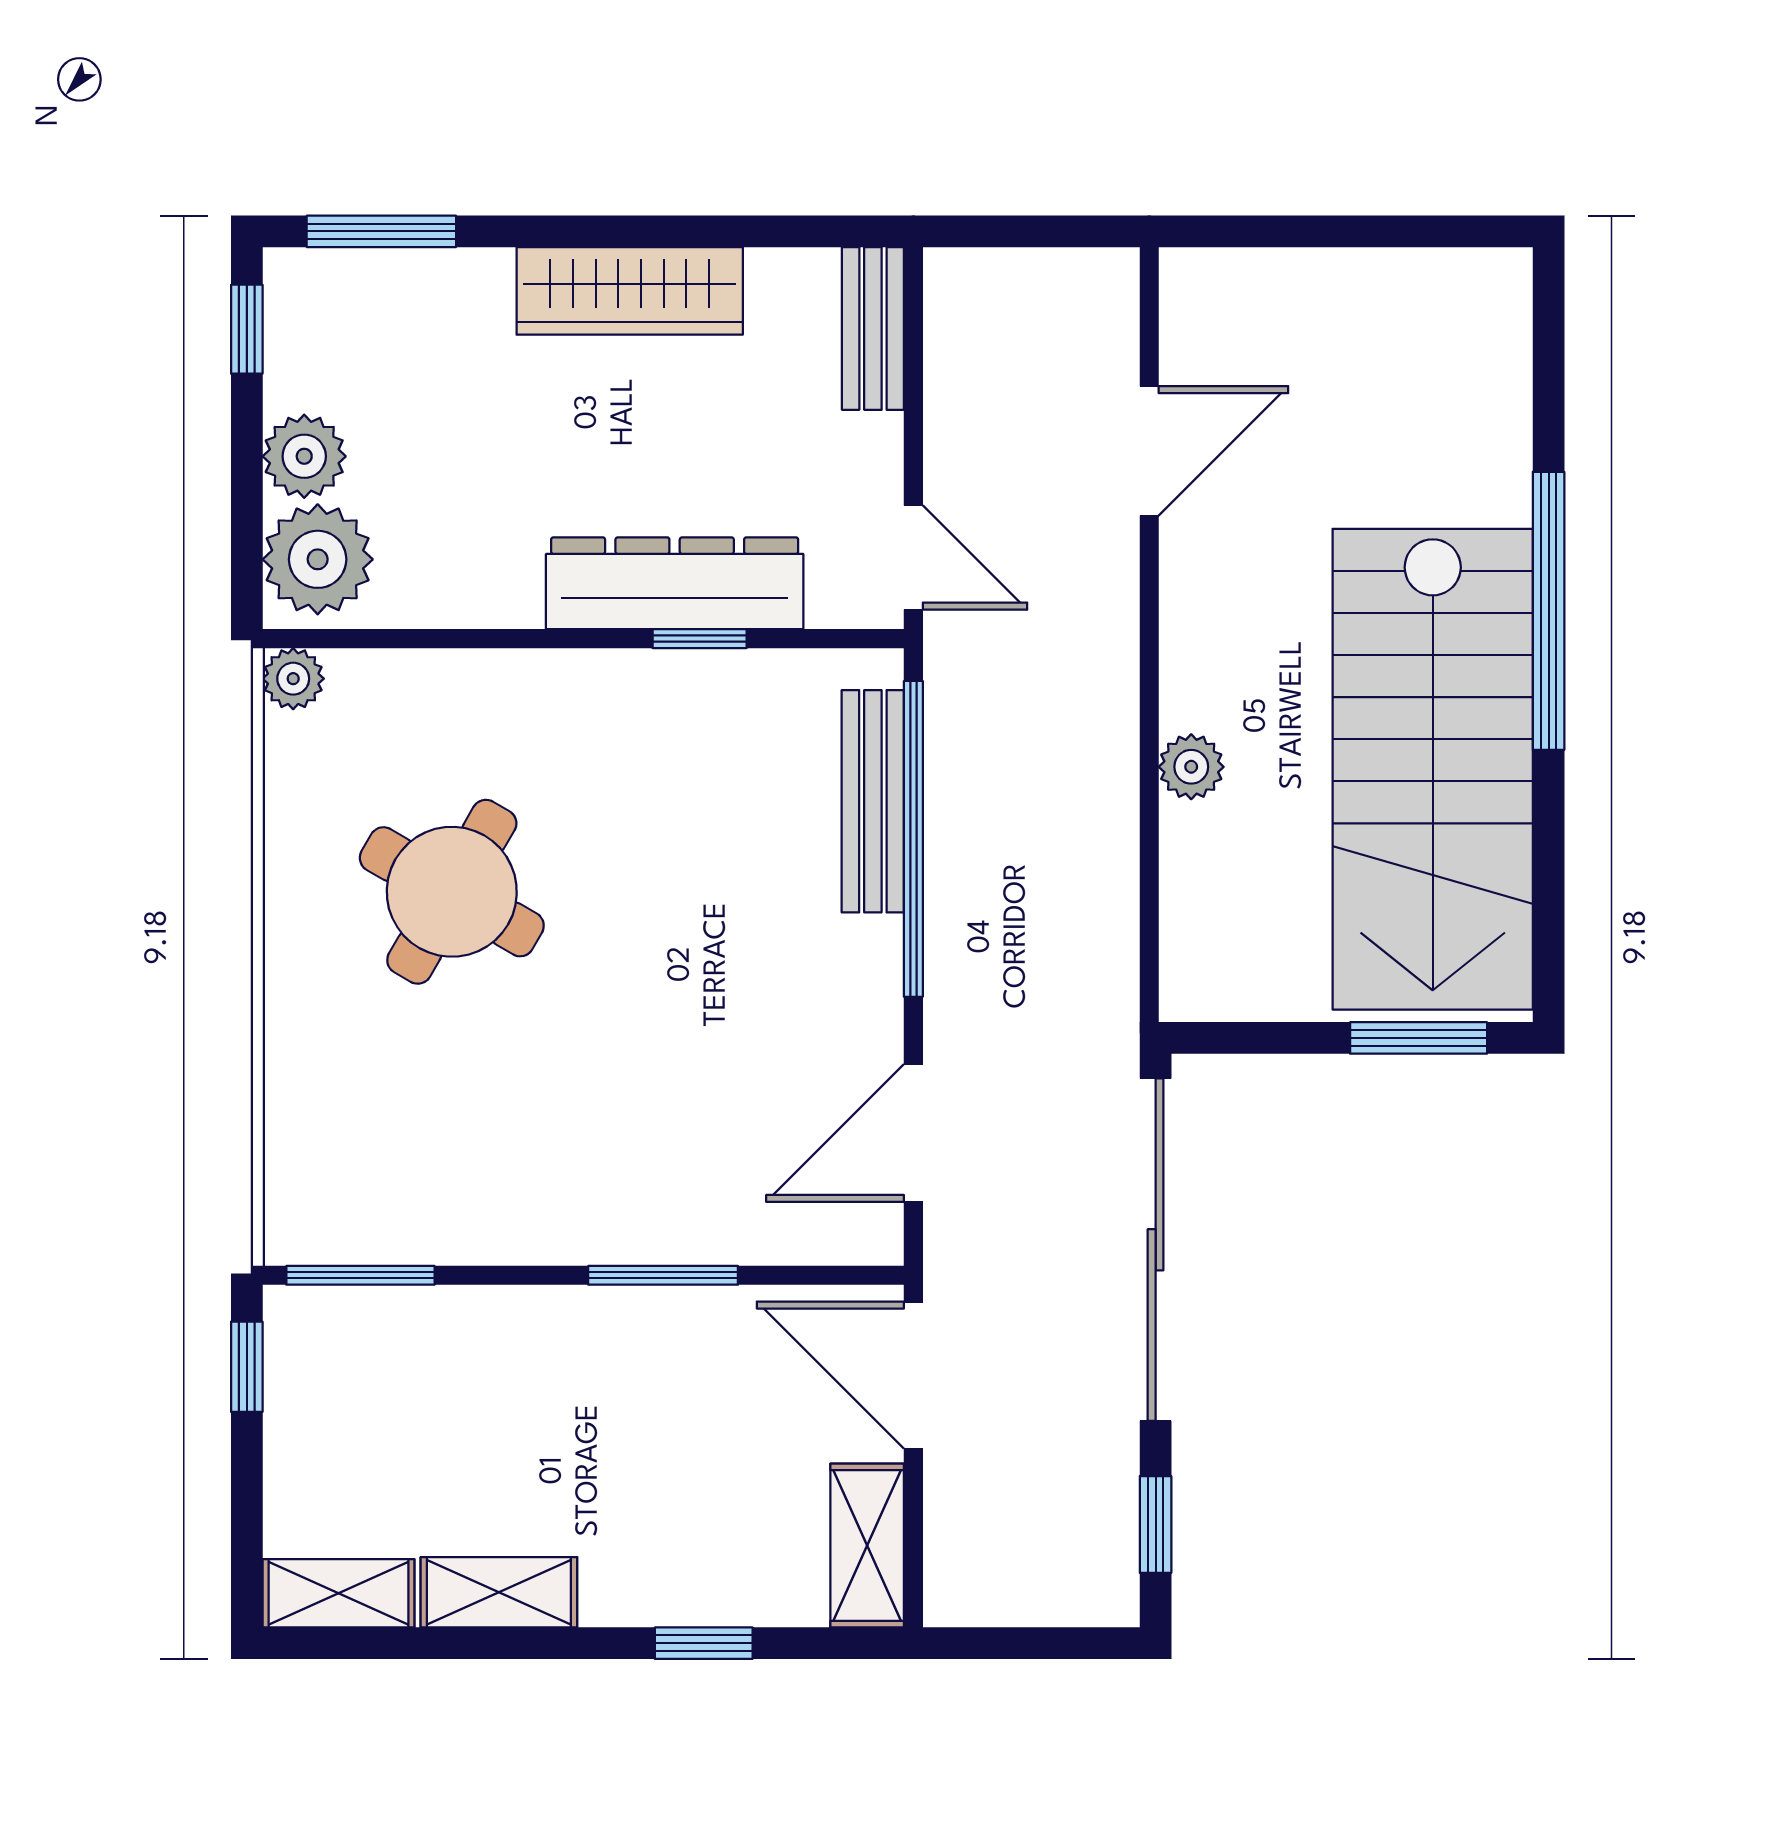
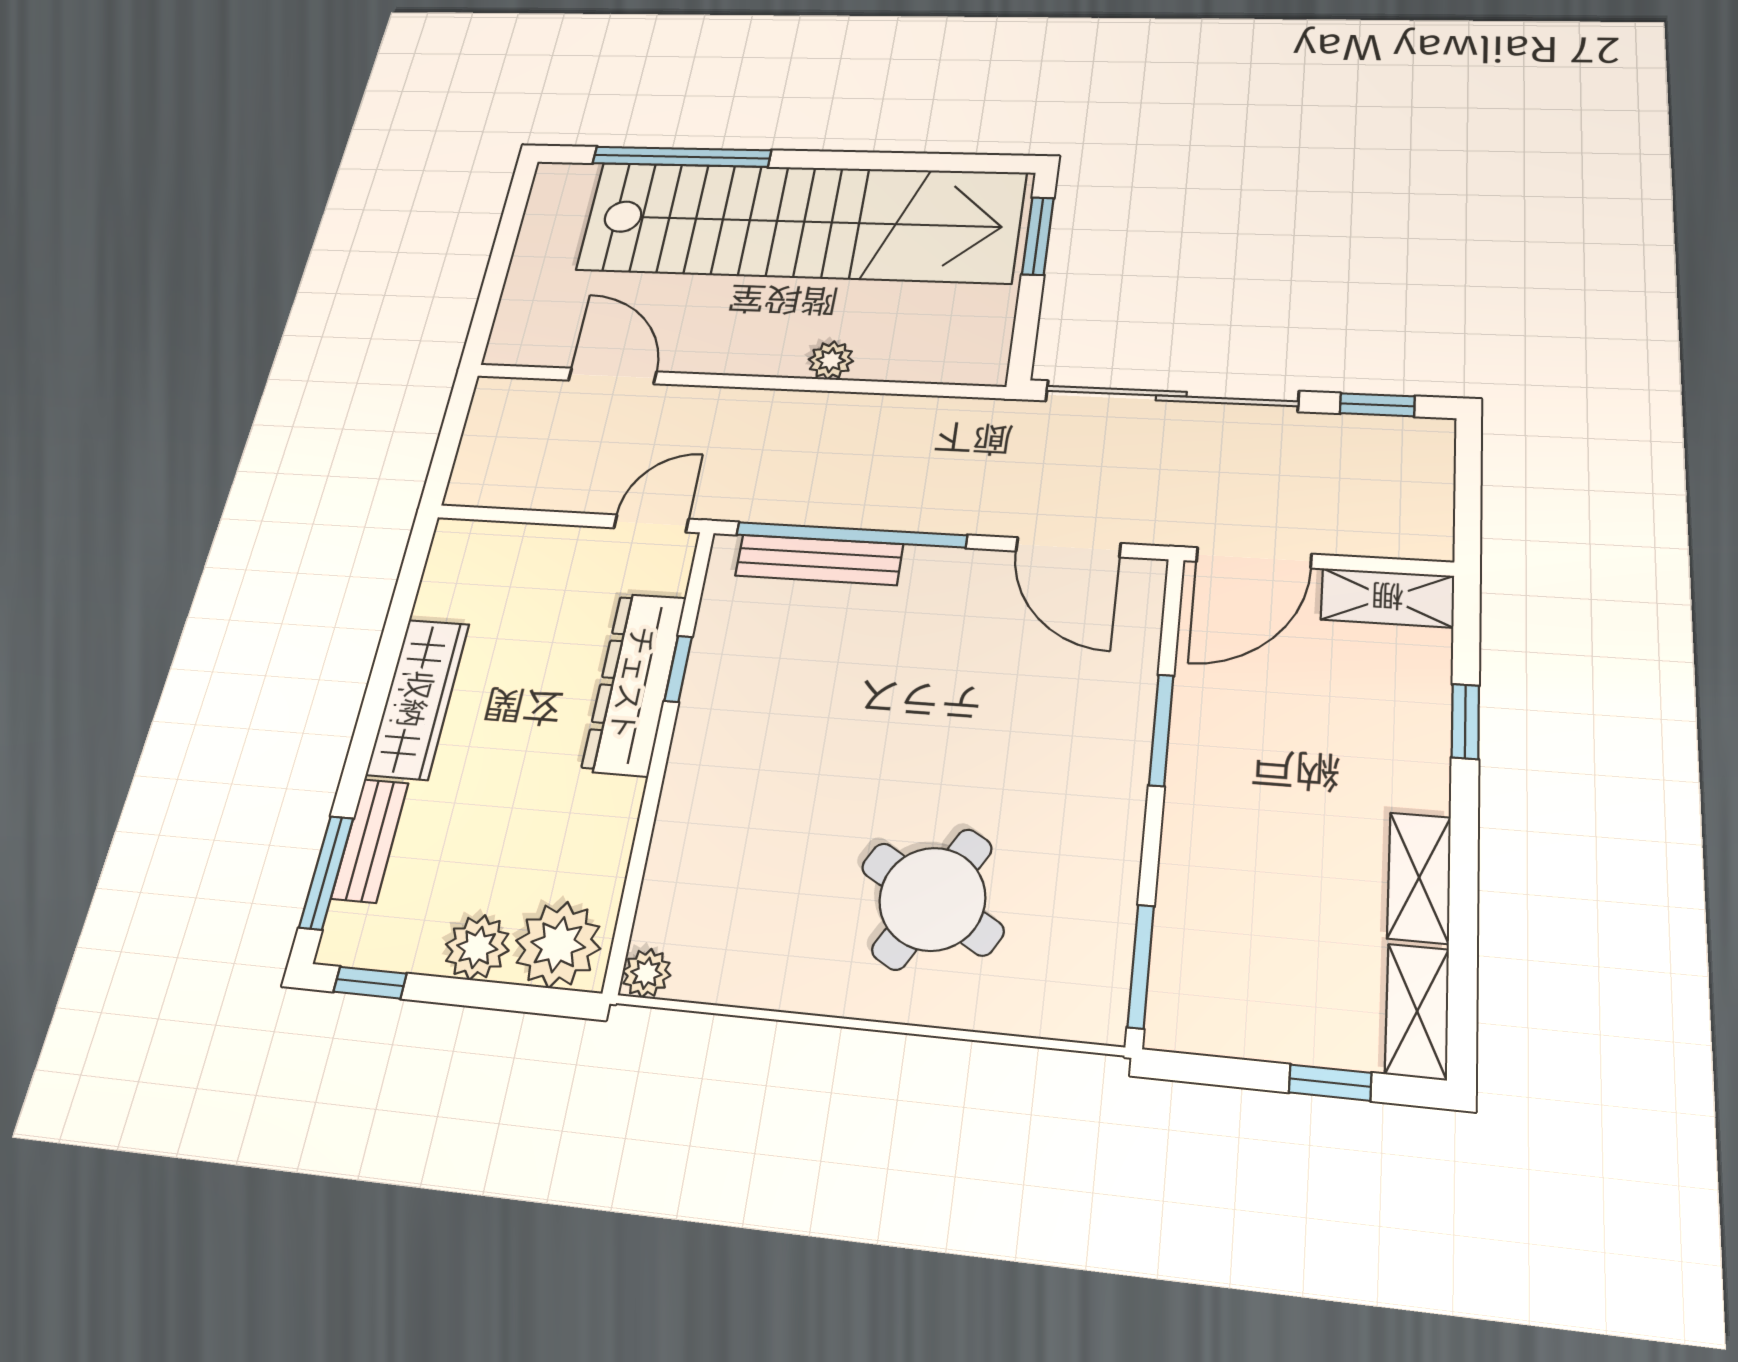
bench: (873, 328) -> (370, 840), moved, turned 90
window: (1549, 611) -> (681, 157), moved
stairs: (1433, 769) -> (800, 221), width x1.36
round table: (452, 892) -> (932, 899), moved
window: (247, 1367) -> (1330, 1083), moved

